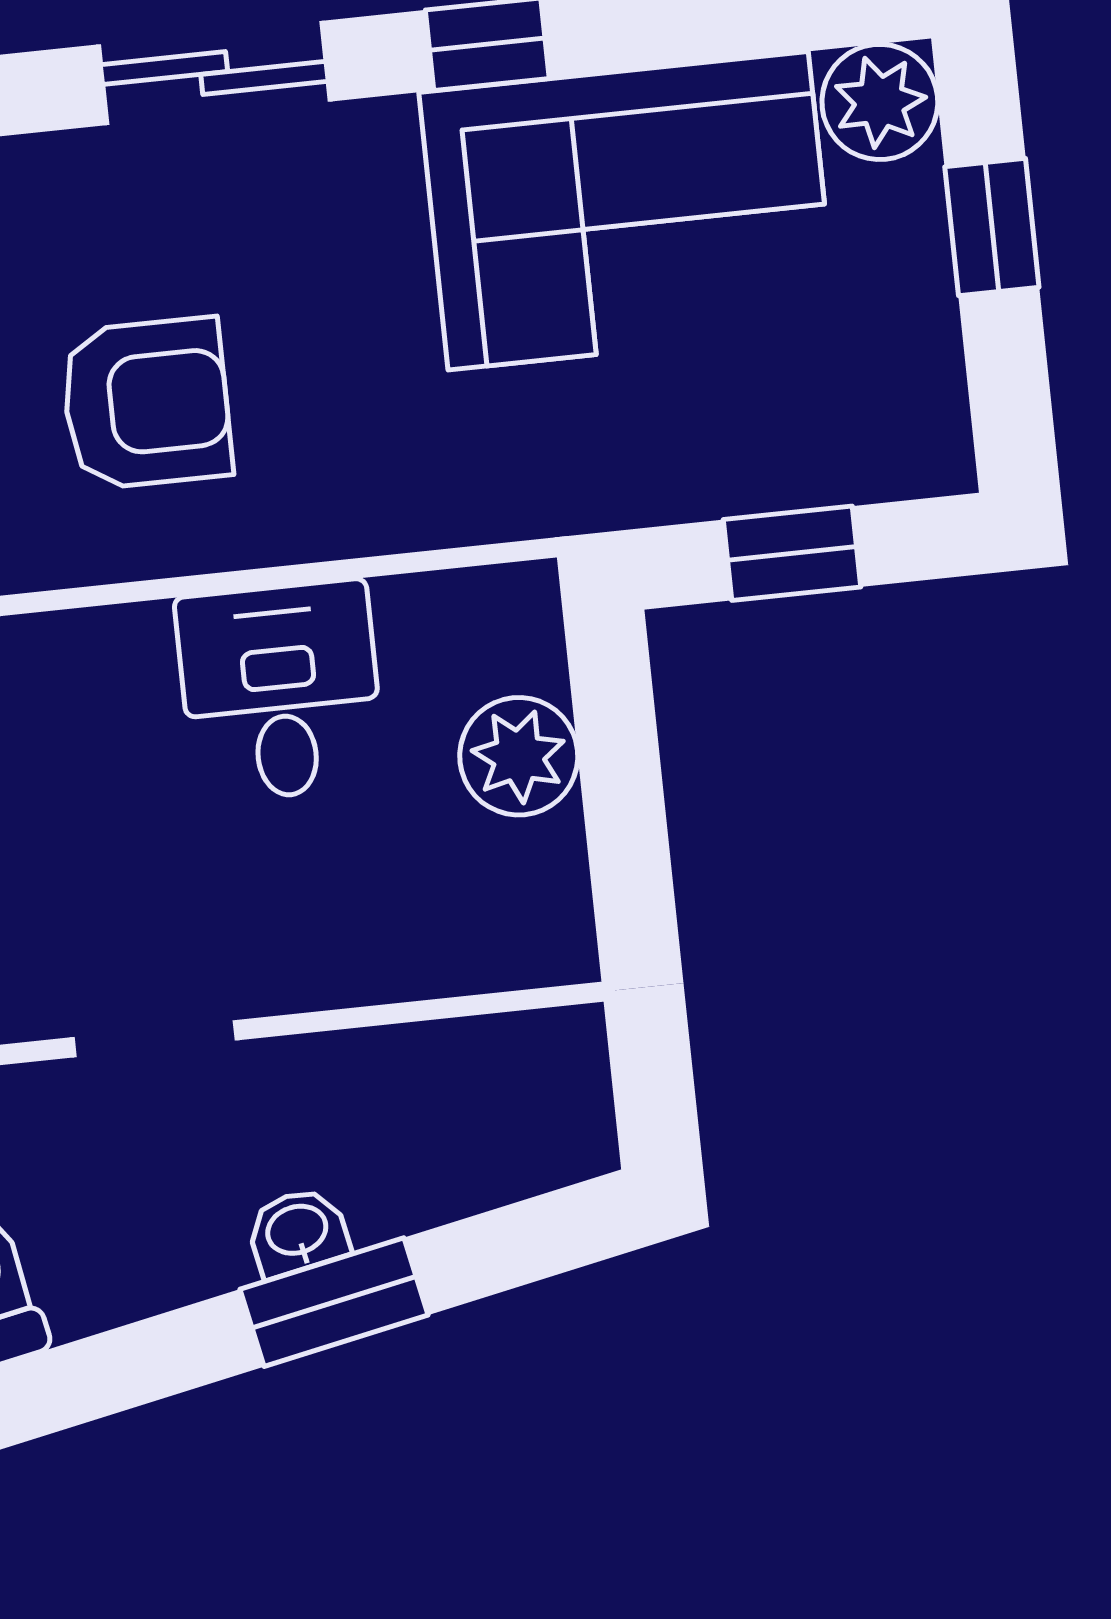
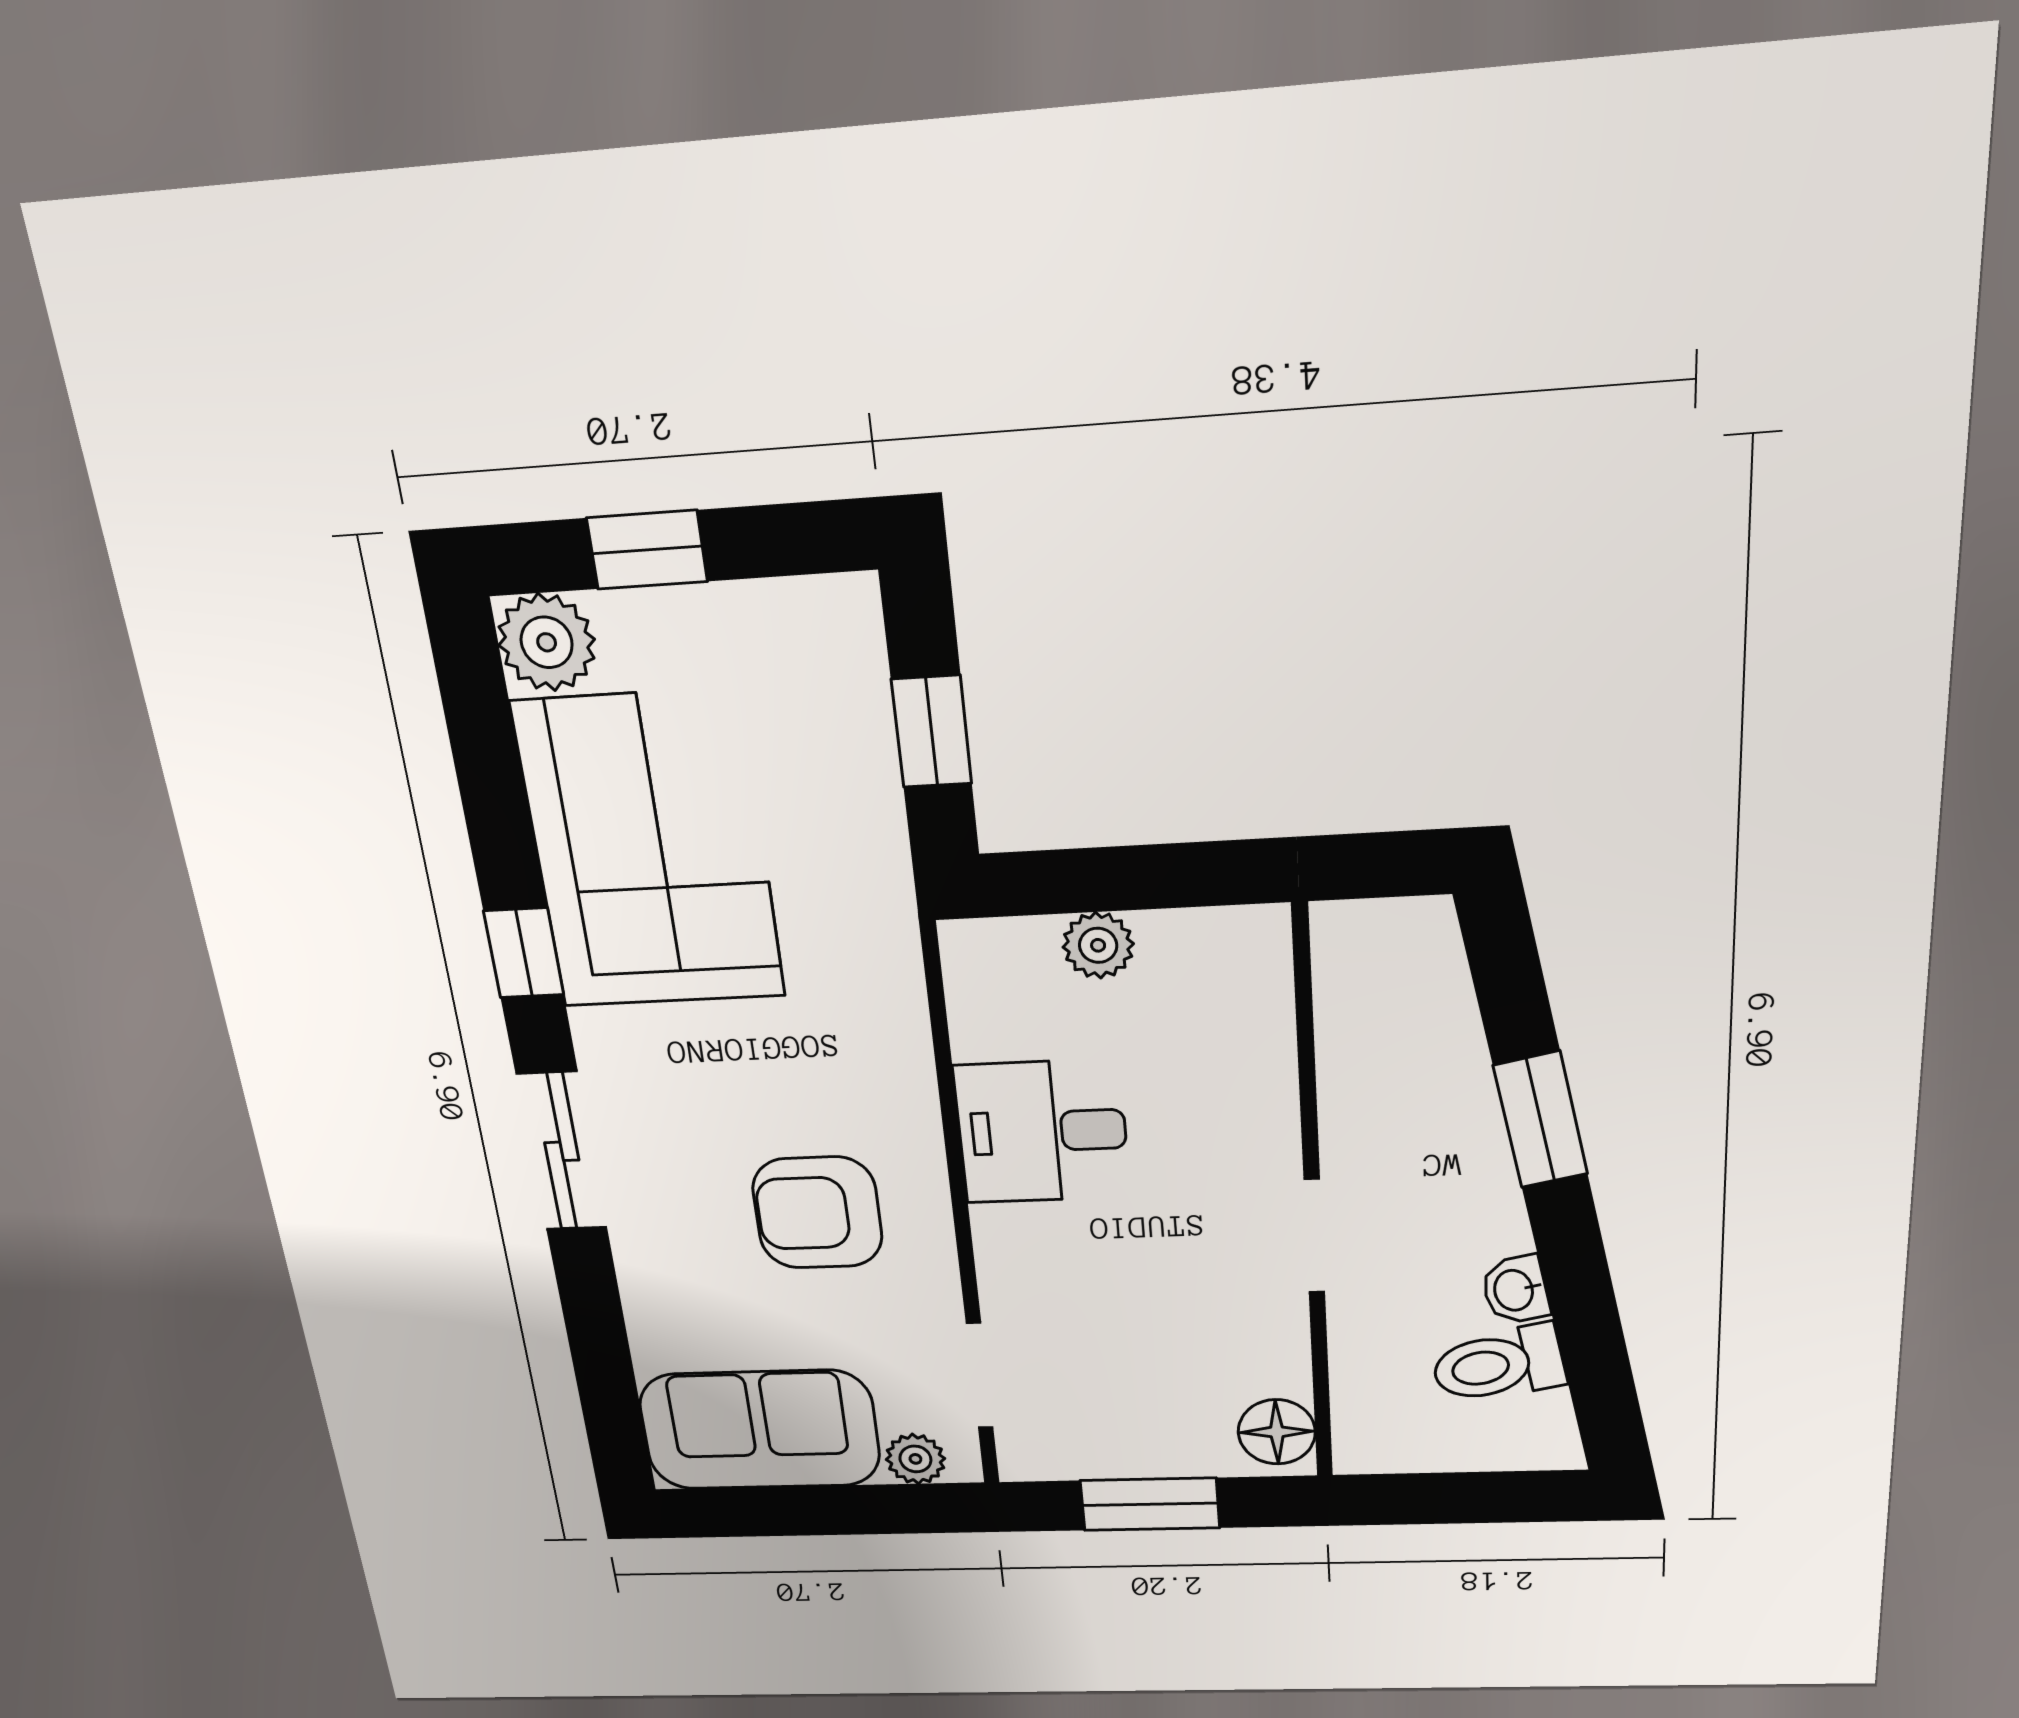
armchair: (146, 404) -> (817, 1213), turned -90
plant: (519, 756) -> (1098, 945), width x0.73, depth x0.73
washbasin: (297, 1232) -> (1515, 1290), moved

